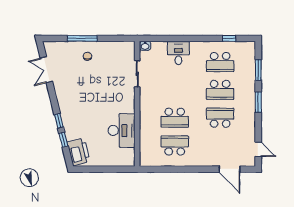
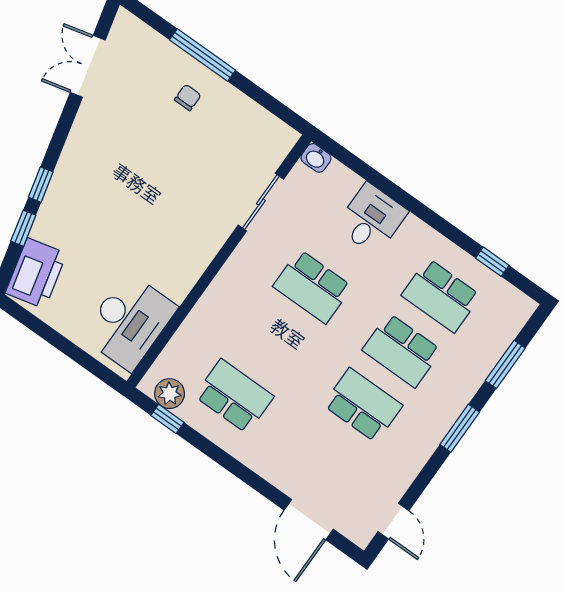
school desk: (175, 118) -> (312, 287), moved
desk: (122, 130) -> (129, 322), moved
plant: (152, 160) -> (170, 394), added
window: (158, 169) -> (167, 419), added

